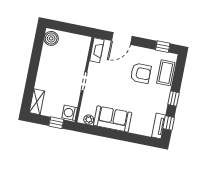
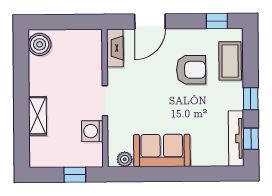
shelving: (37, 102) -> (37, 116), moved
washing machine: (70, 113) -> (92, 131), moved
tv unit: (159, 126) -> (236, 138), width x1.41

